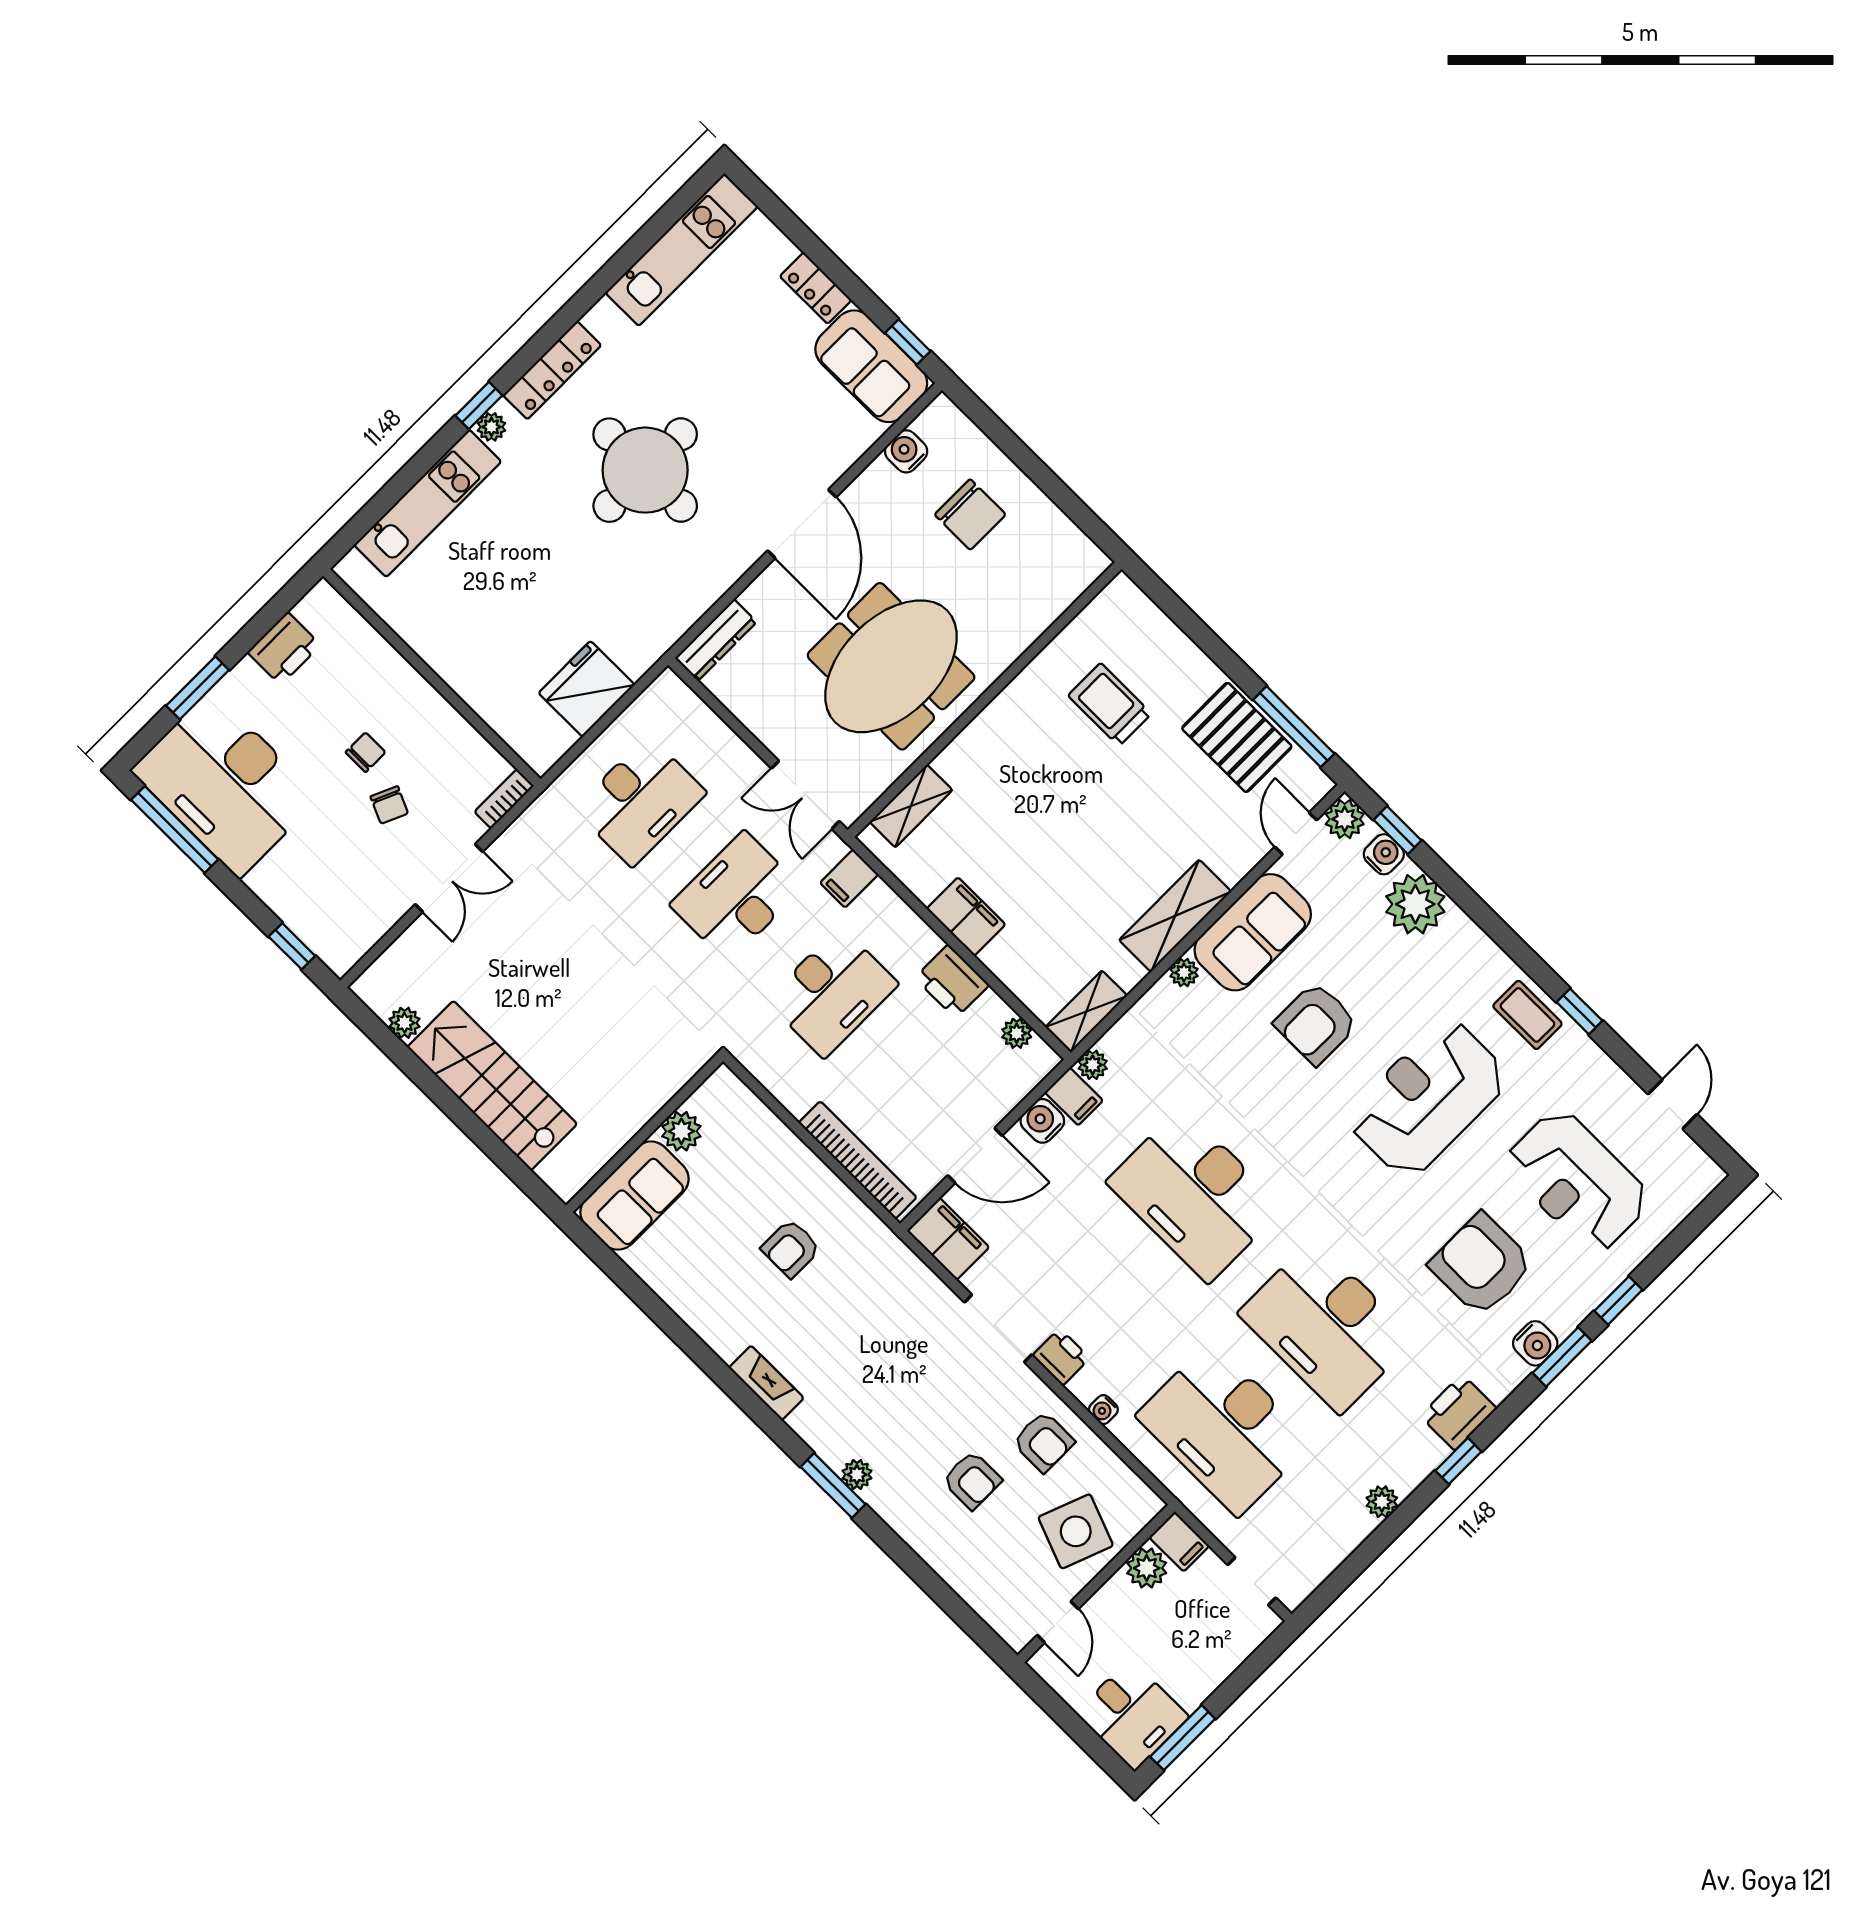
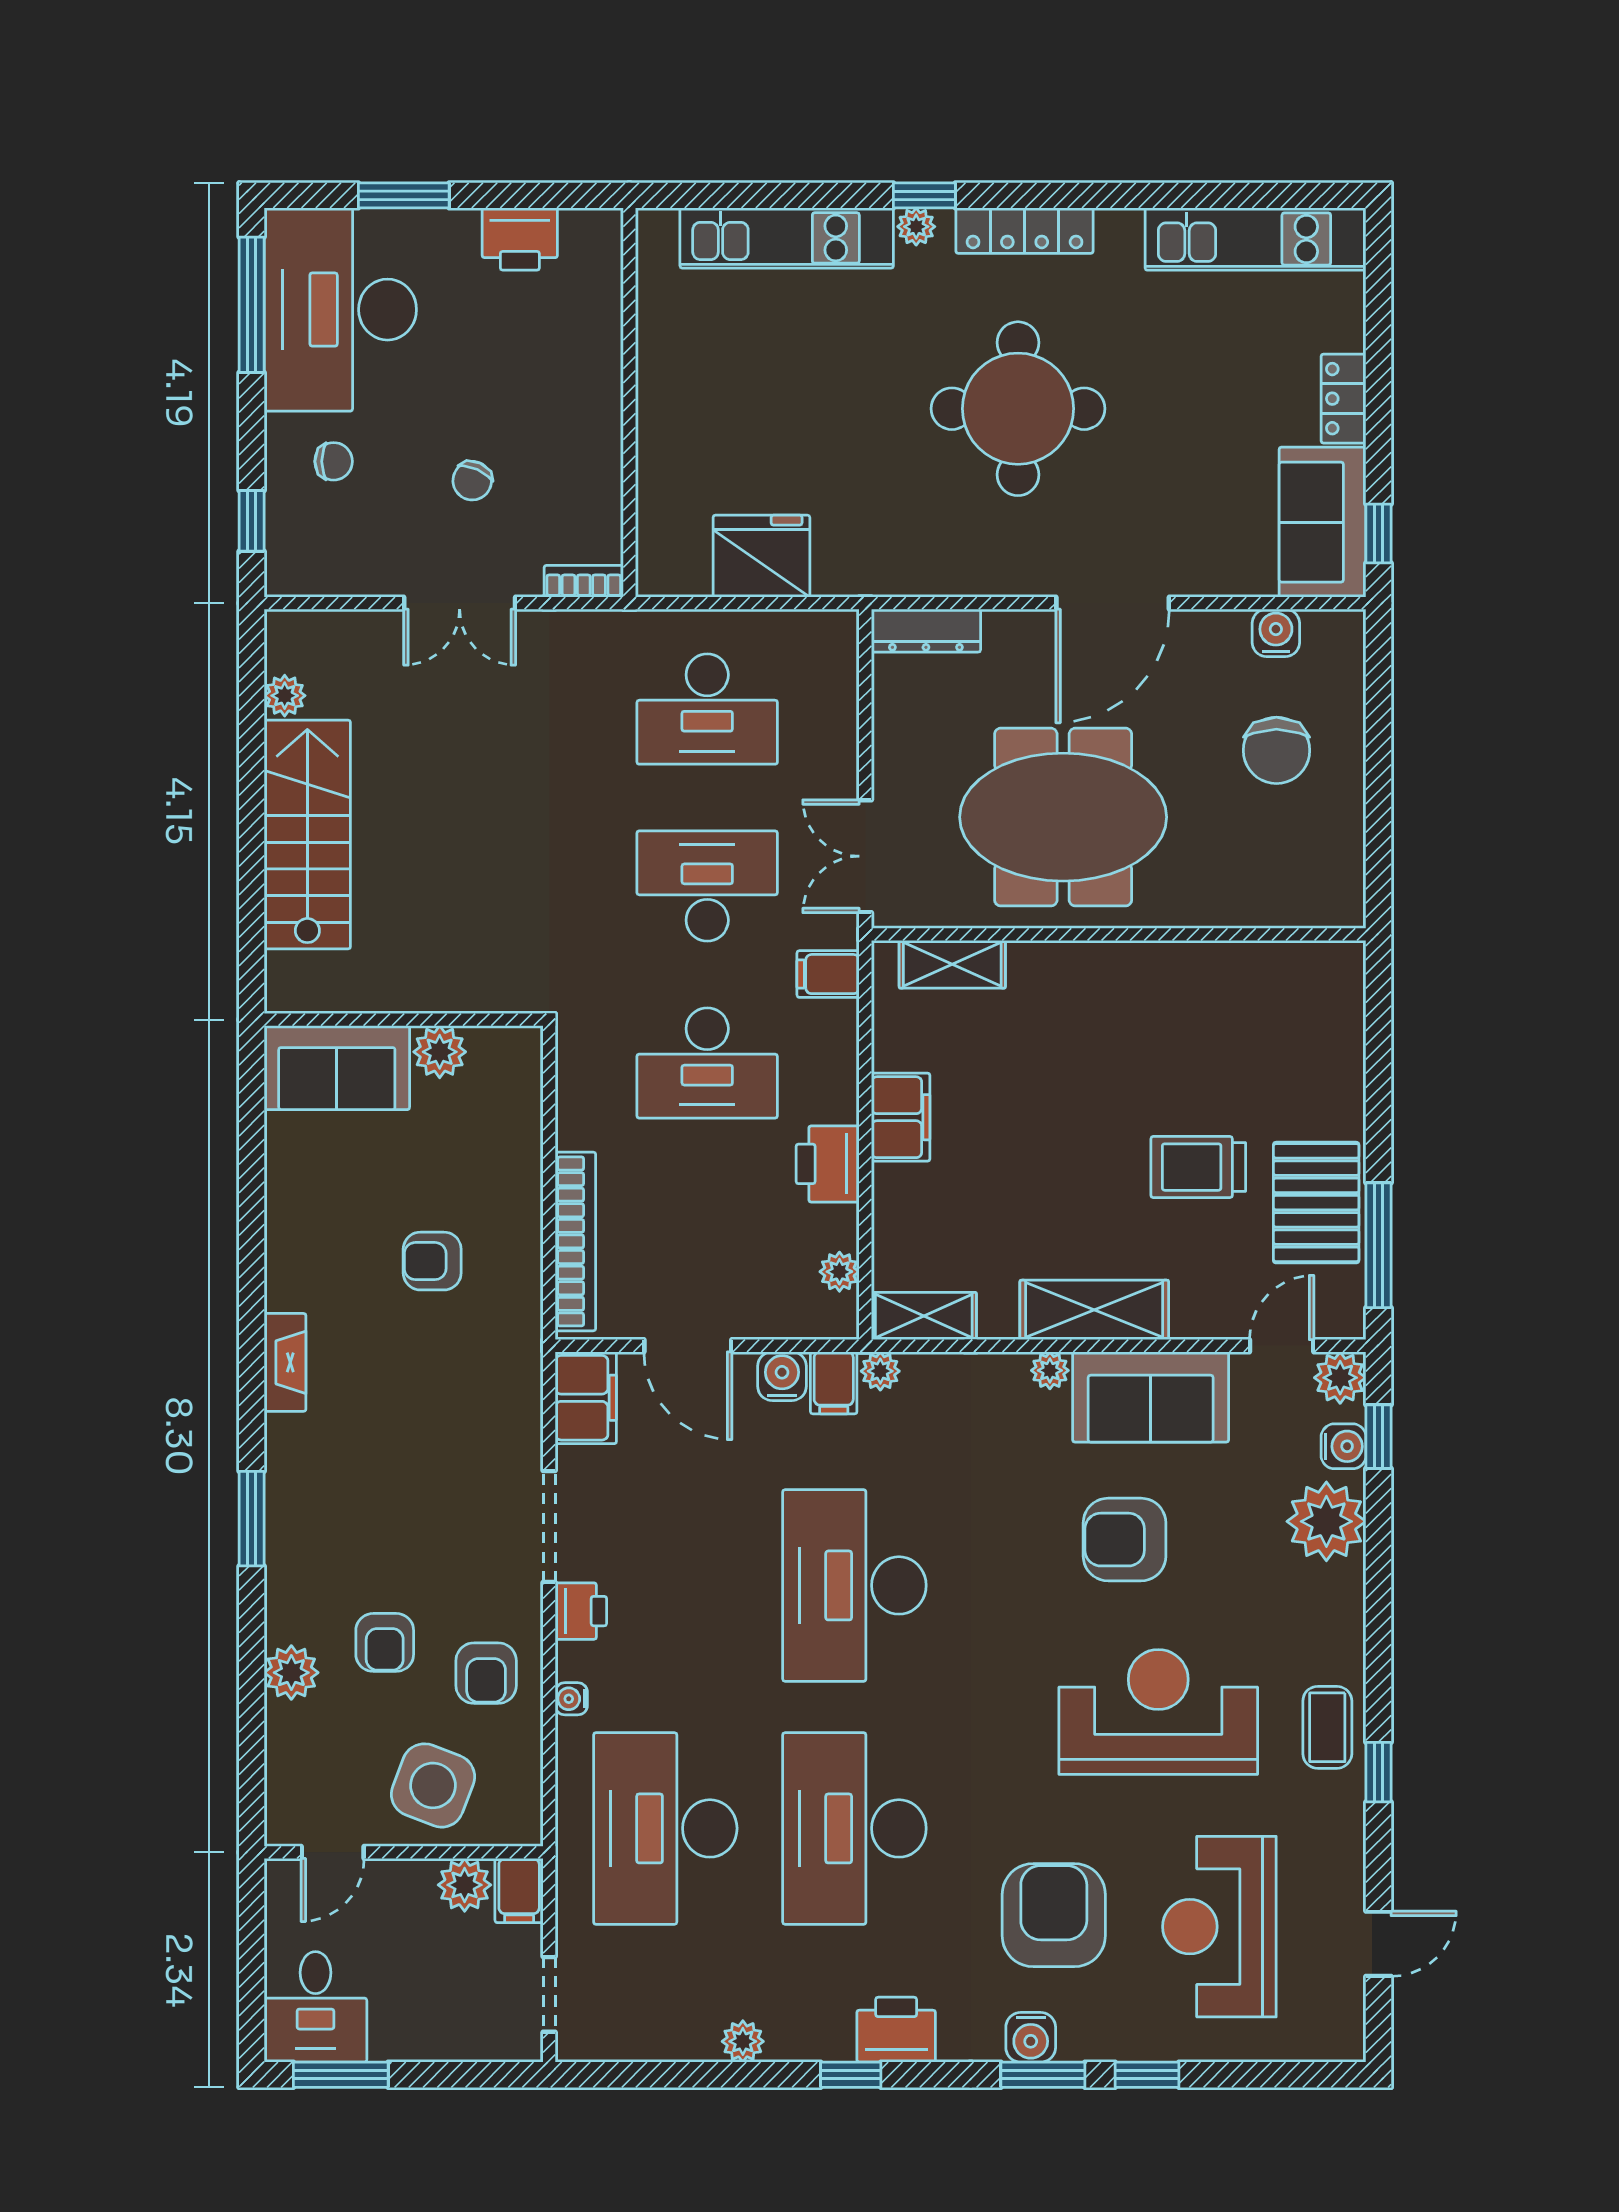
trolley: (1110, 705) -> (1198, 1167), moved, turned -90
chair: (366, 752) -> (334, 461), moved
plant: (857, 1475) -> (291, 1673), moved, width x1.38, depth x1.38

